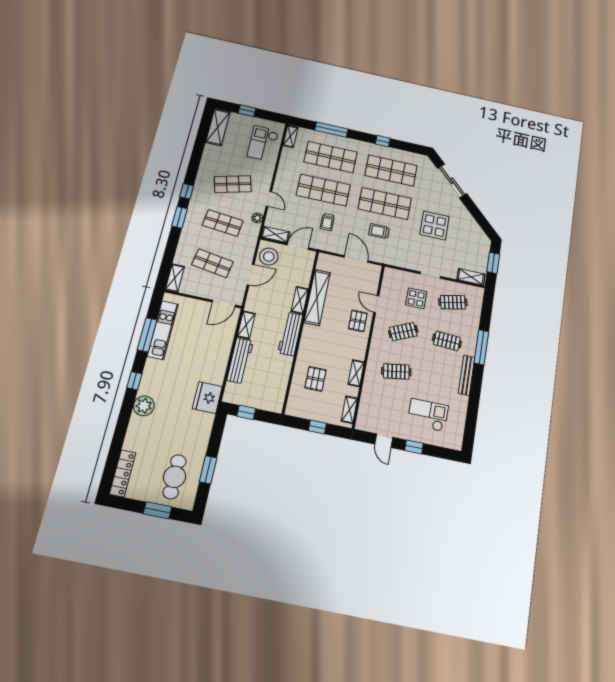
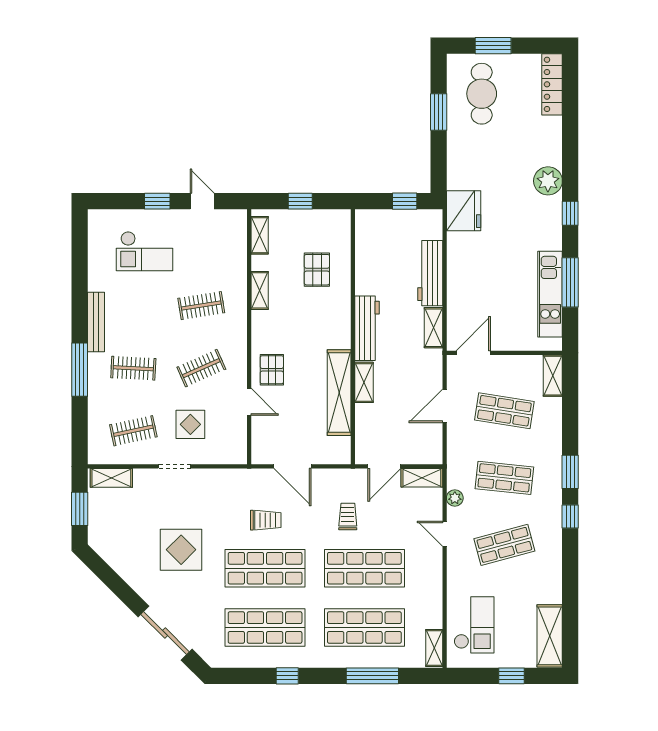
stool: (269, 257) -> (424, 440), removed

